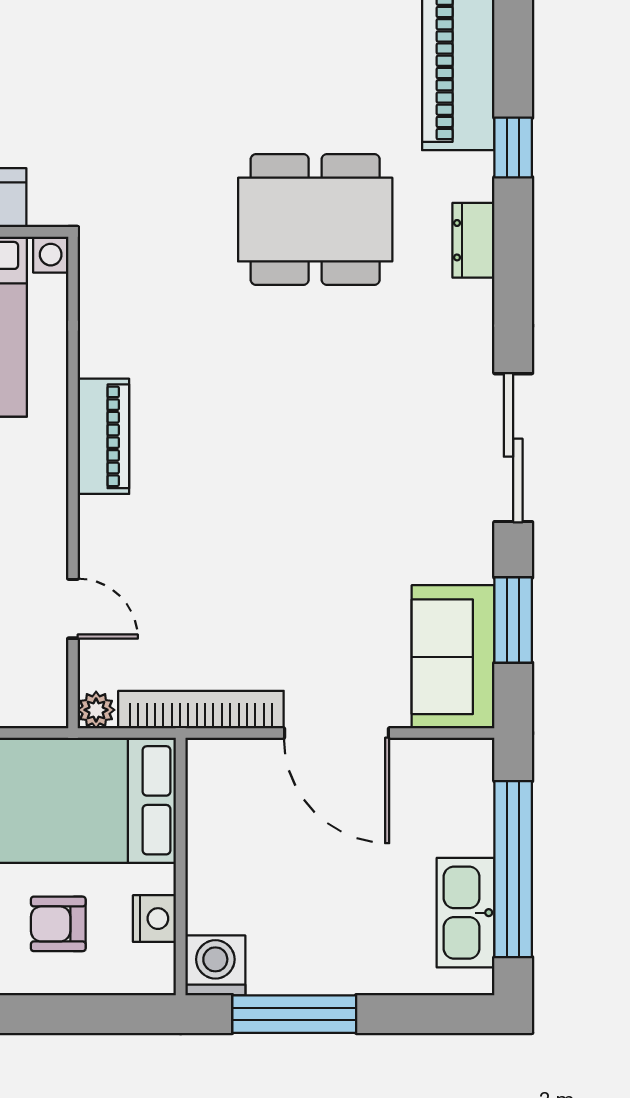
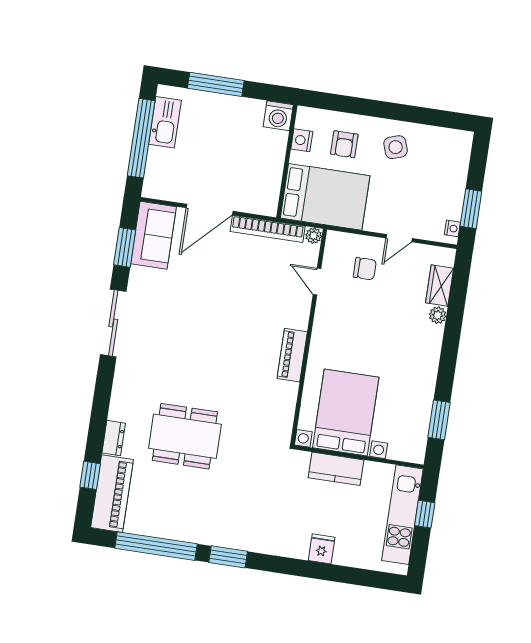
window: (513, 147) -> (90, 475), moved
dresser: (473, 240) -> (114, 438), moved
door: (337, 733) -> (210, 210), swing flipped
armchair: (58, 924) -> (344, 144), turned 90
window: (294, 1014) -> (216, 84), moved

